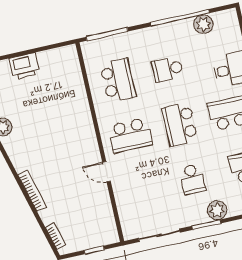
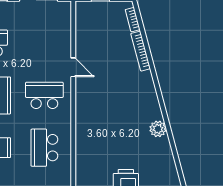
bookcase: (32, 191) -> (141, 51), moved

